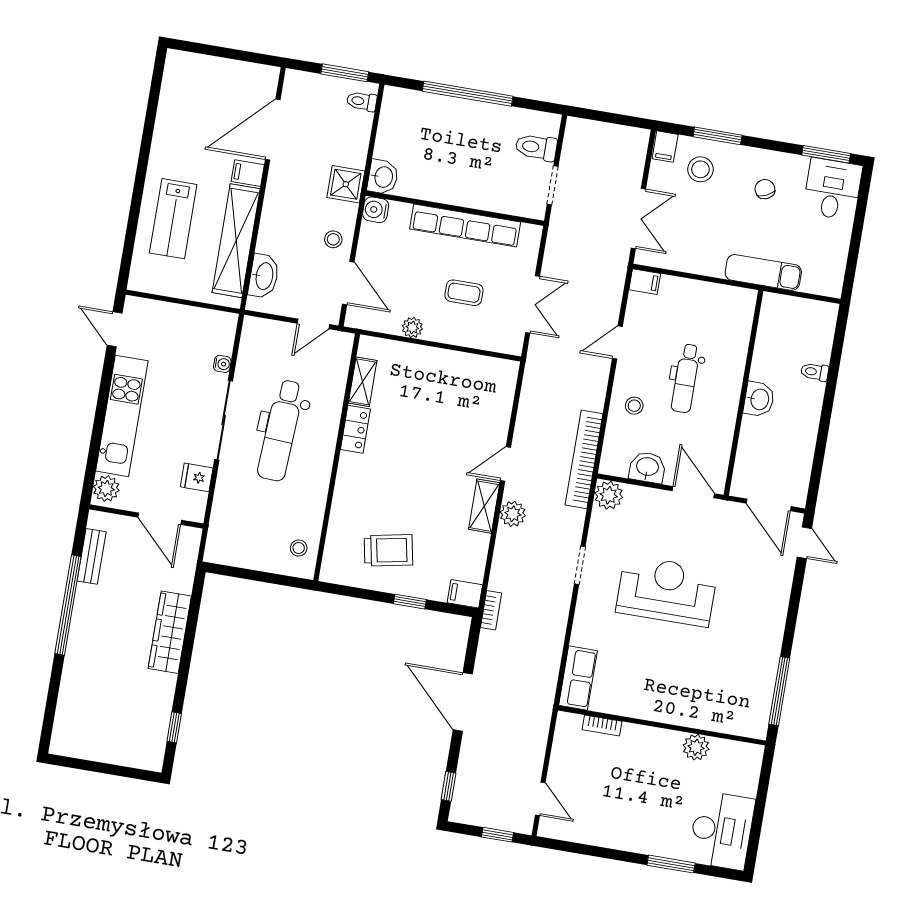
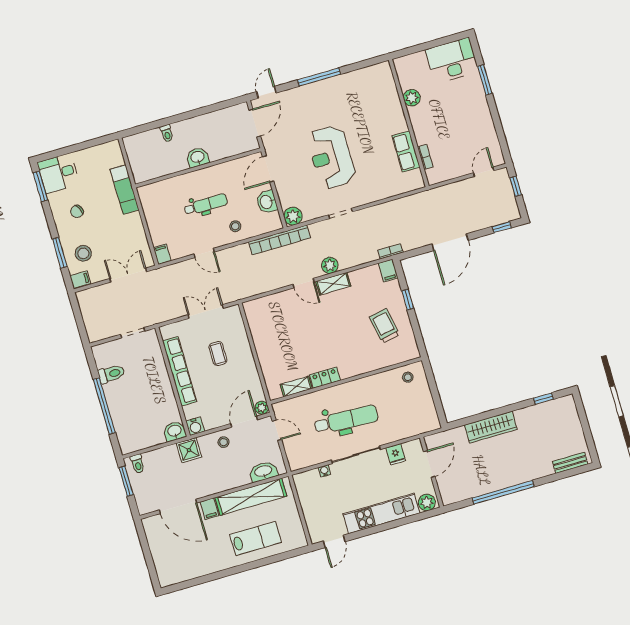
toilet: (536, 147) -> (111, 374), moved, turned -90
plant: (412, 327) -> (262, 408), moved
bench: (92, 556) -> (570, 463), moved
row of seats: (578, 678) -> (406, 152), moved, turned -90
window: (779, 691) -> (319, 77), moved

